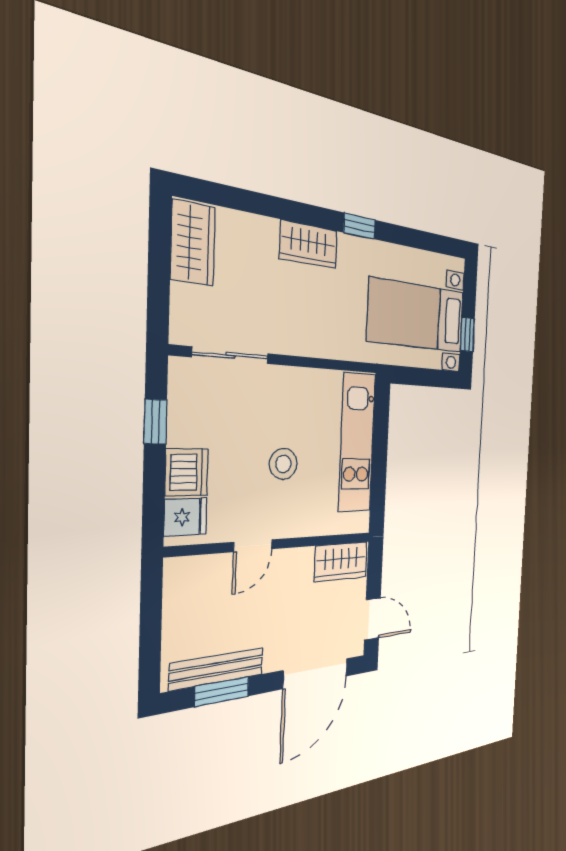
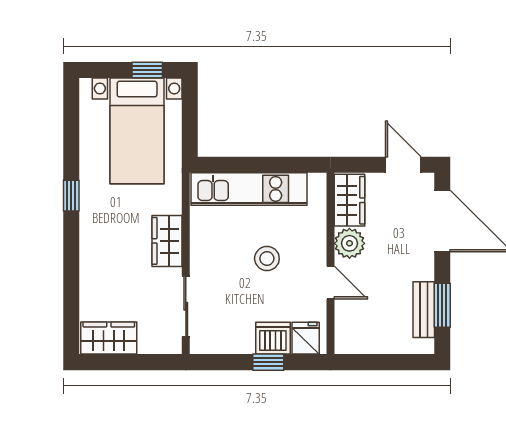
wardrobe: (309, 244) -> (167, 241), moved, turned 180
window: (156, 422) -> (268, 362), moved
plant: (296, 566) -> (349, 243), added
door: (372, 619) -> (403, 165), hinge flipped
bench: (217, 669) -> (424, 310), width x0.73

